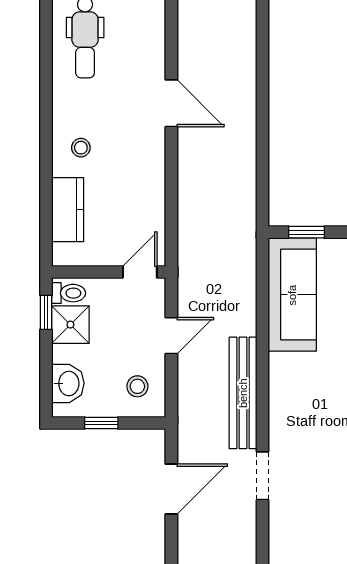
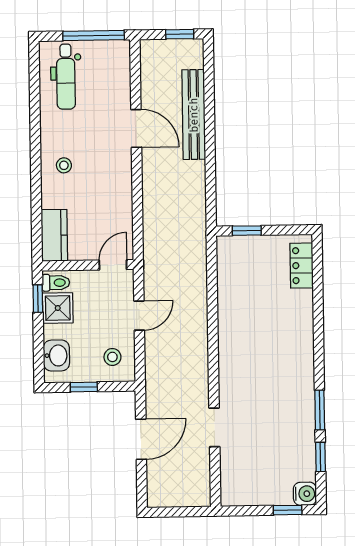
kitchen counter: (68, 210) -> (54, 235), moved
sofa: (292, 295) -> (236, 281), removed
bench: (243, 393) -> (194, 115), moved

